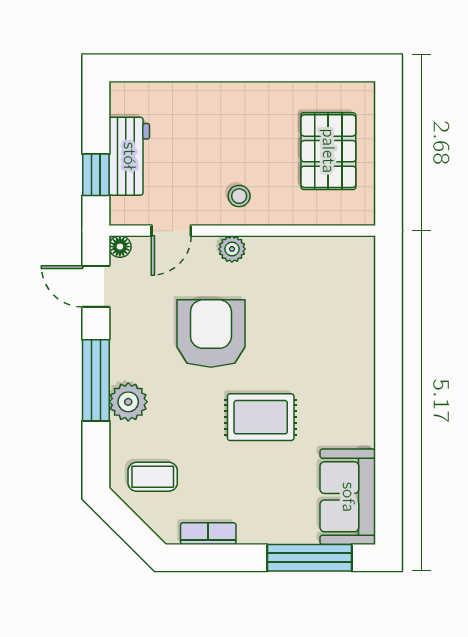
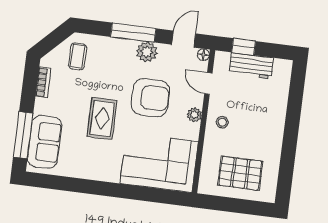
corner sofa: (328, 302) -> (159, 162), added
plant: (128, 402) -> (147, 52), moved
sofa: (348, 497) -> (45, 142), moved, turned 90

